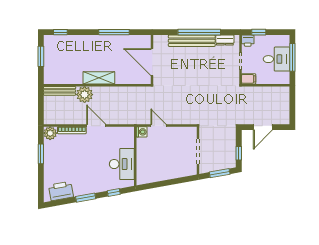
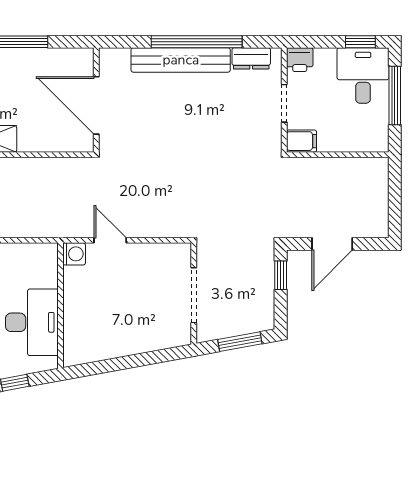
window: (259, 32) -> (360, 42), moved
desk: (277, 59) -> (363, 75), moved, turned -90
window: (239, 153) -> (281, 275), moved

